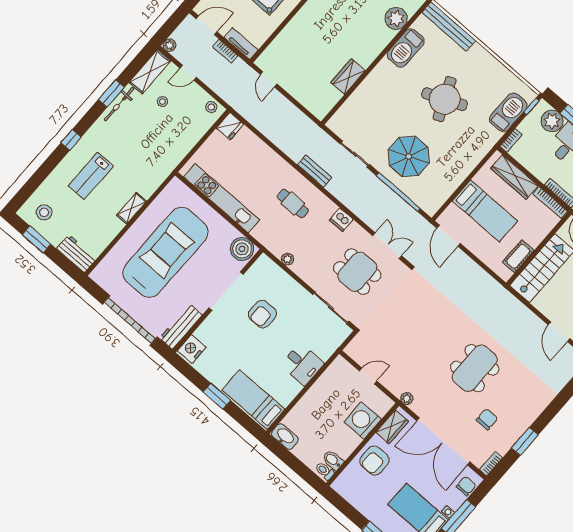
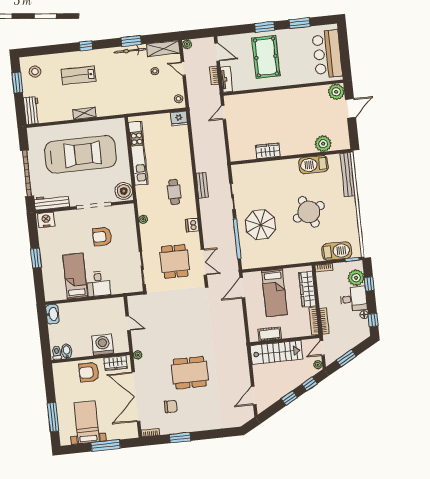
bed: (253, 400) -> (75, 276), moved
chair: (466, 486) -> (126, 432), removed

